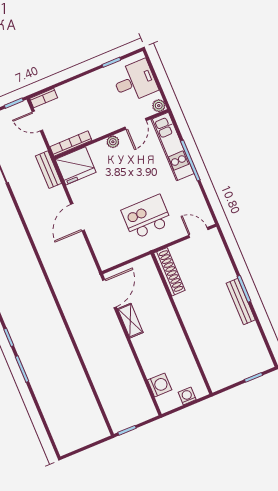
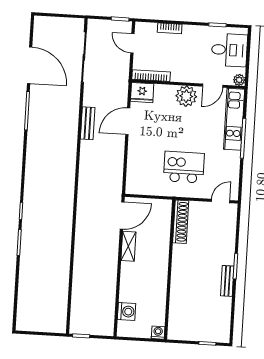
bookcase: (44, 98) -> (170, 28), moved
plant: (113, 142) -> (186, 96), width x1.87, depth x1.87
fridge: (76, 166) -> (142, 93), width x0.73, depth x0.75
bench: (49, 170) -> (88, 123), moved
door: (77, 217) -> (128, 121), moved
door: (198, 232) -> (221, 201), hinge flipped
bench: (241, 302) -> (227, 281), width x0.73
washing machine: (187, 396) -> (158, 333), moved

